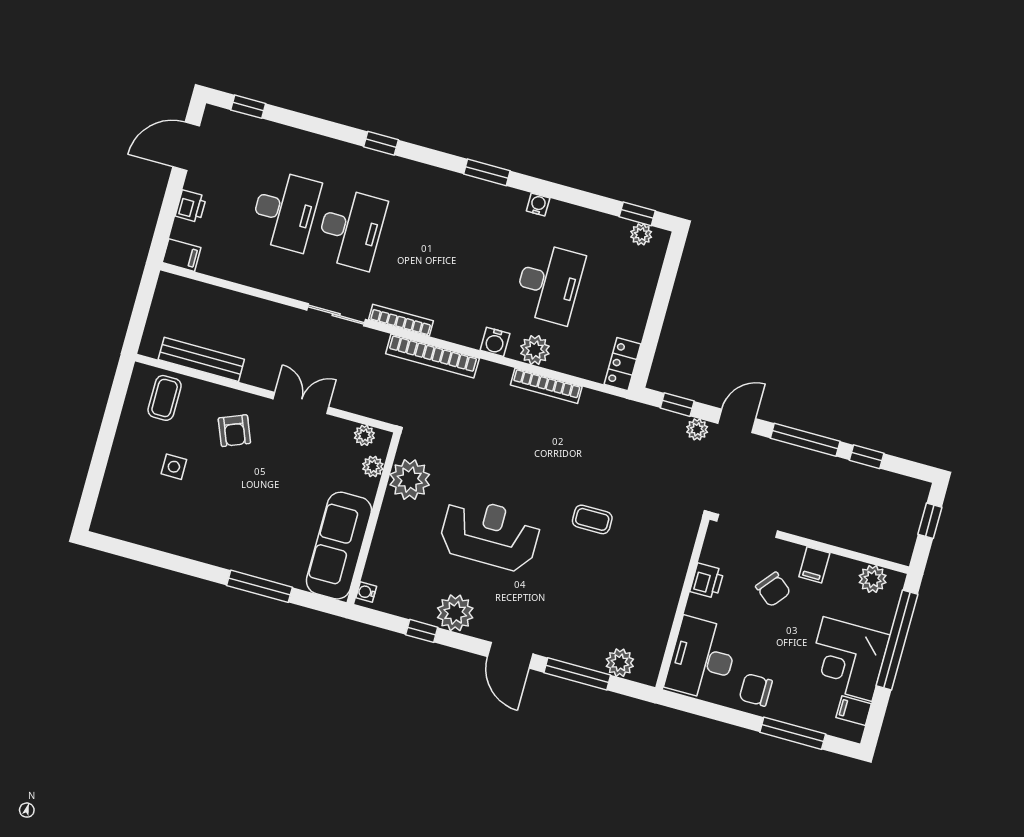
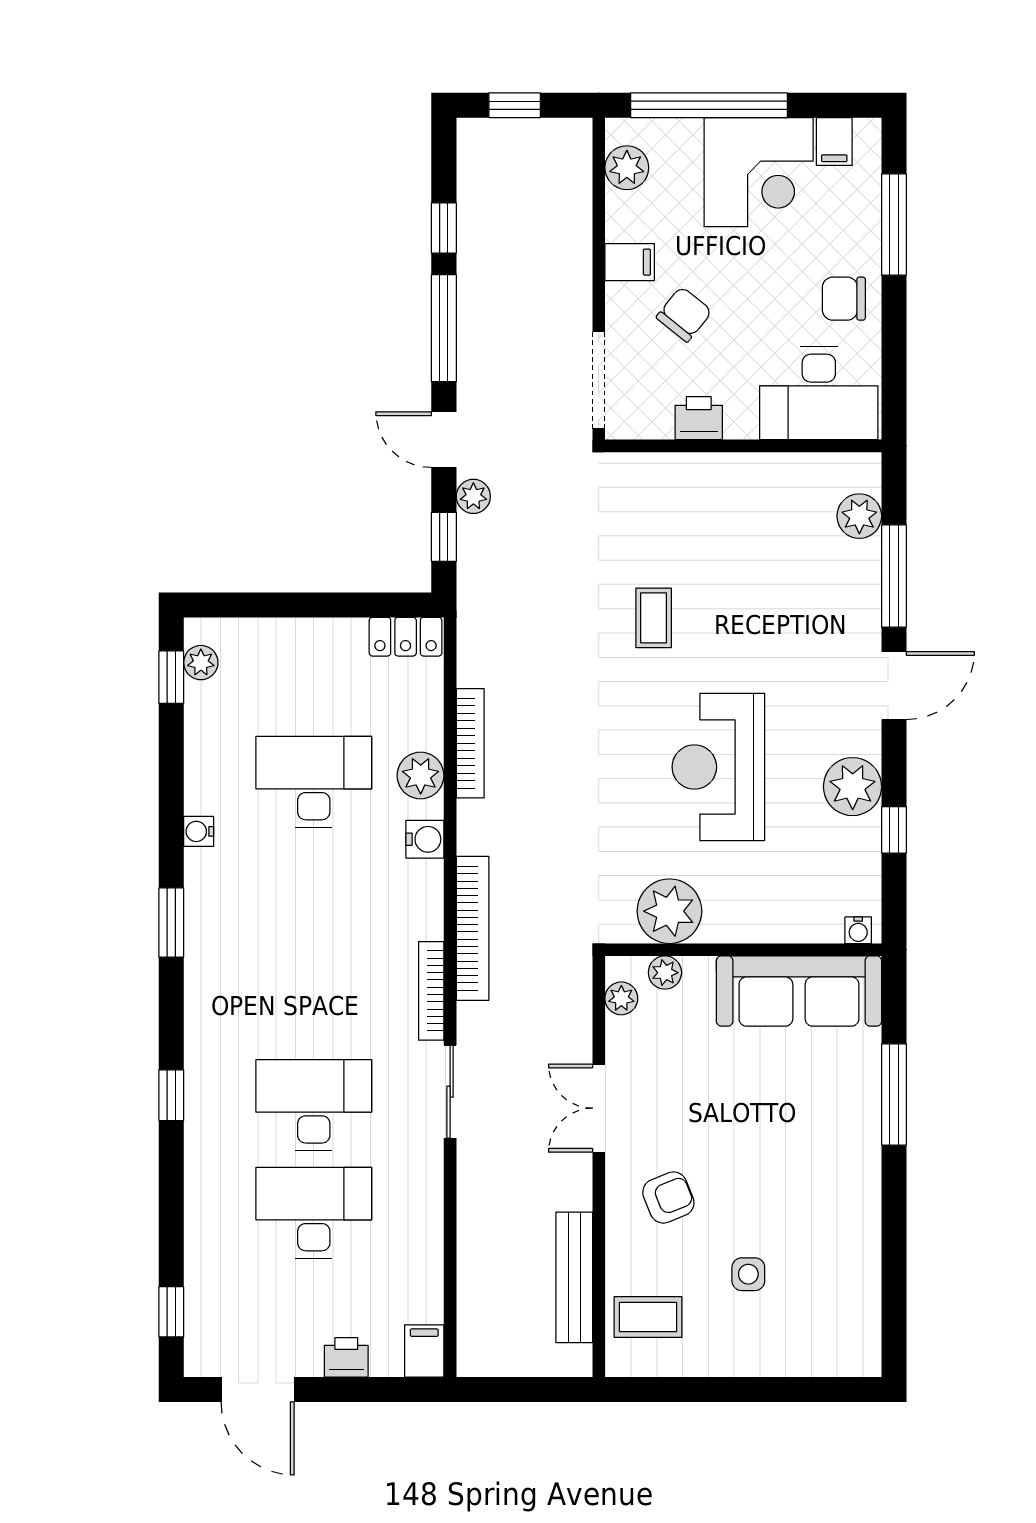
chair: (756, 690) -> (844, 299), turned 90

